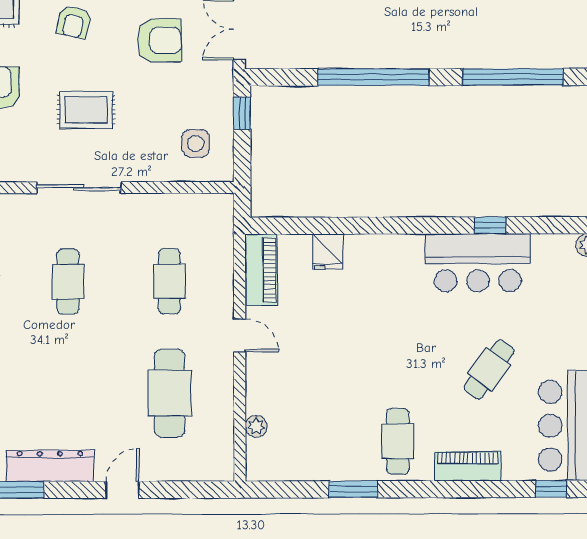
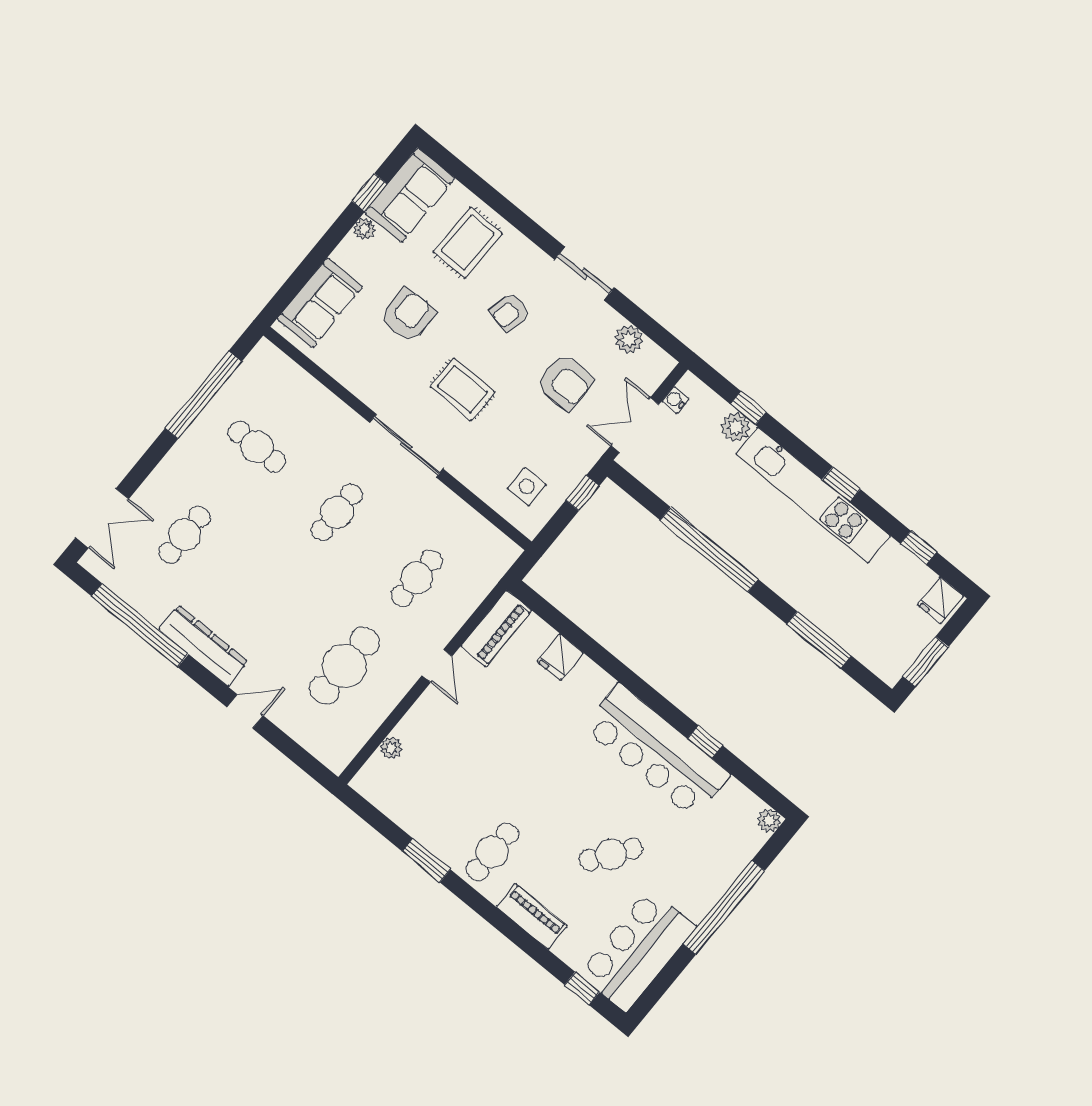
window: (513, 77) -> (819, 640), width x0.68
bar counter: (478, 263) -> (656, 751), width x1.36

